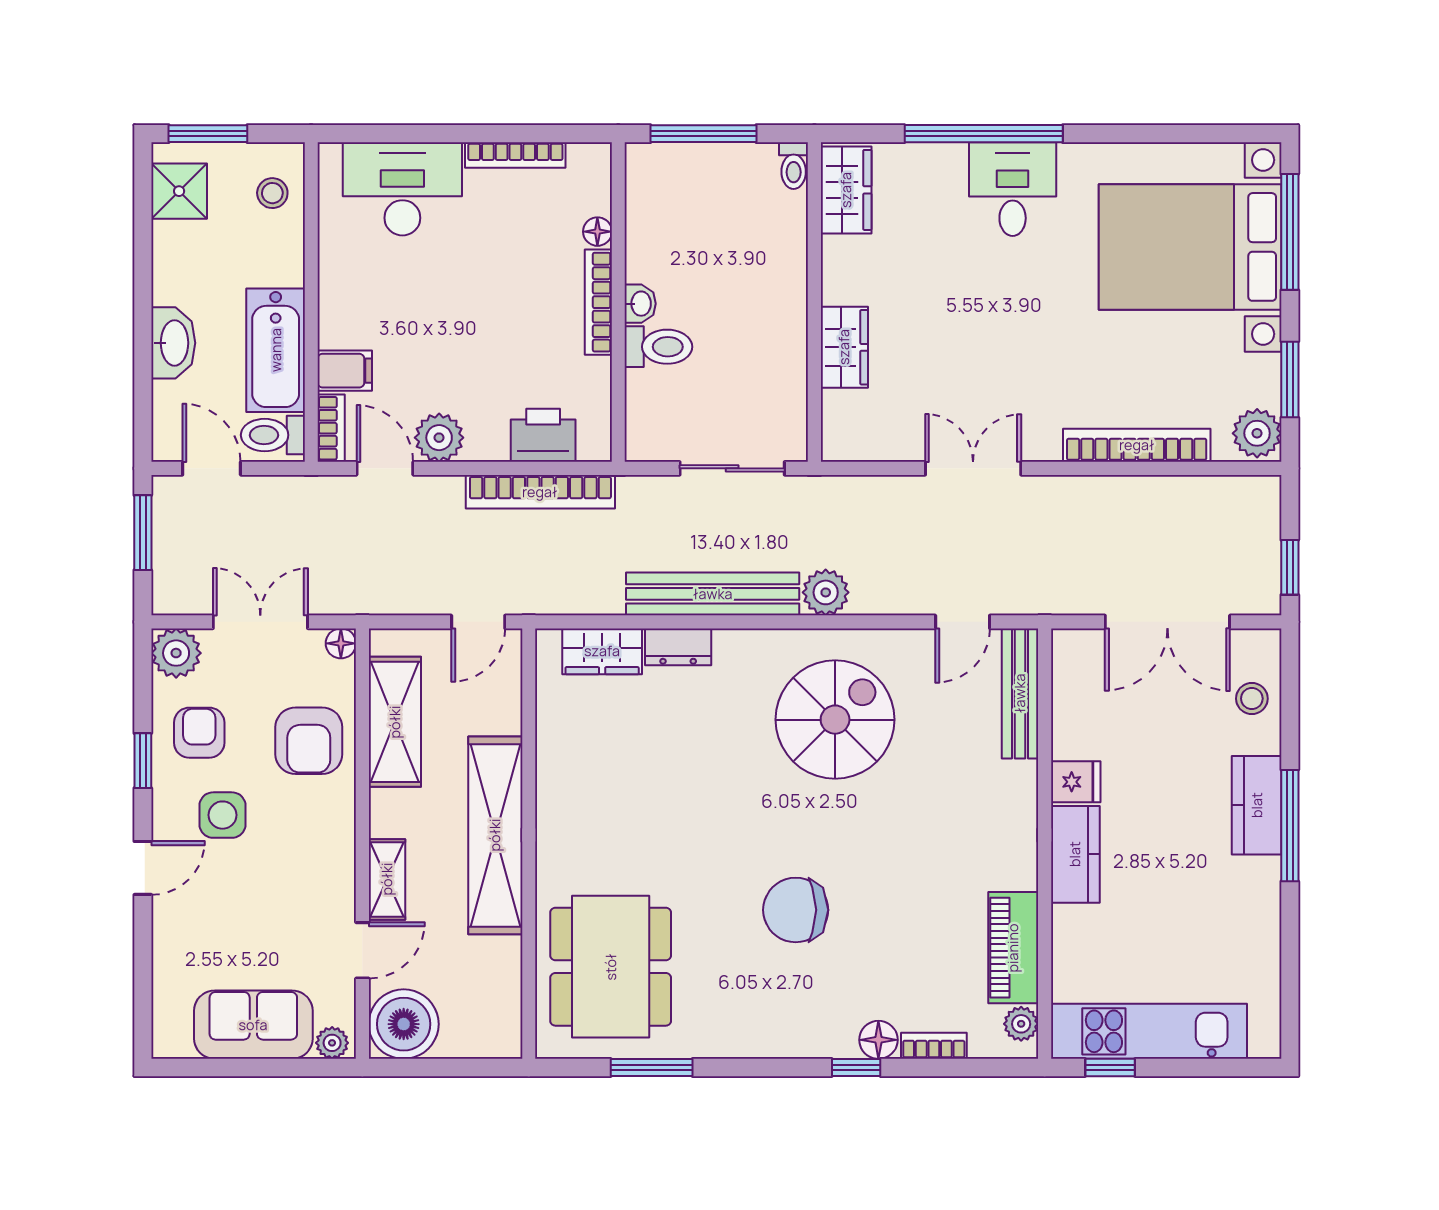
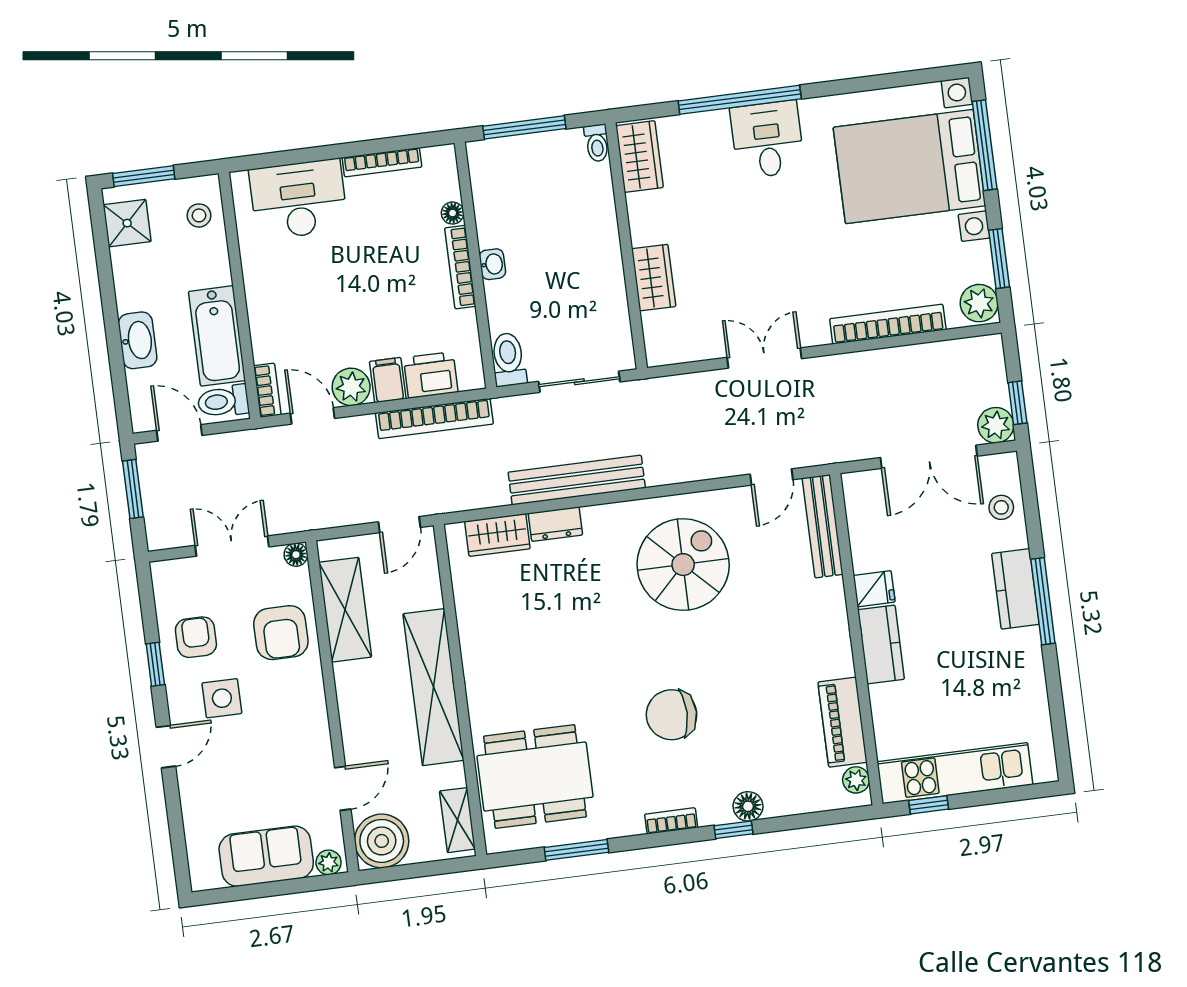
toilet: (658, 347) -> (509, 359), moved, turned -90
filing cabinet: (345, 371) -> (388, 380), moved, turned -90
plant: (826, 592) -> (996, 425), moved
plant: (176, 653) -> (170, 578), removed
shelving: (387, 879) -> (457, 820), moved
dining table: (611, 967) -> (535, 776), turned 90
bookcase: (934, 1046) -> (671, 821), moved

